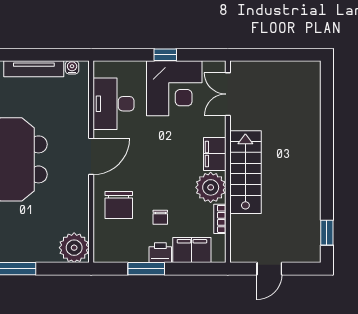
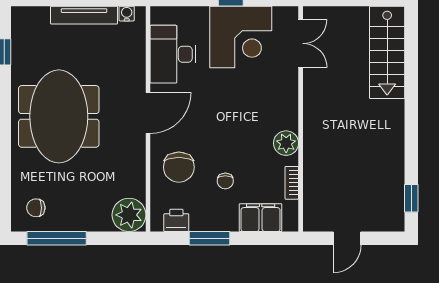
double door: (228, 94) -> (301, 43), swing flipped
filing cabinet: (215, 154) -> (286, 110), removed
stairs: (245, 172) -> (387, 52), moved, turned 180
plant: (211, 187) -> (286, 143), width x0.73, depth x0.73
printer: (160, 253) -> (176, 220), moved

